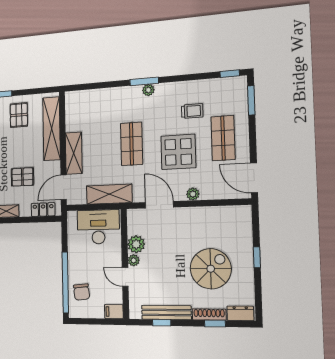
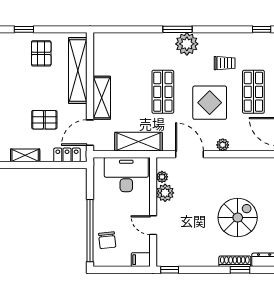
plant: (148, 90) -> (187, 44), width x1.88, depth x1.88
plant: (134, 260) -> (162, 177), moved
bench: (166, 312) -> (193, 260), removed
window: (162, 323) -> (170, 270), moved

